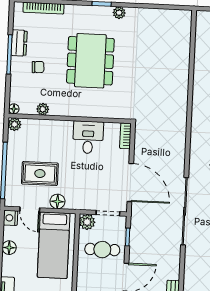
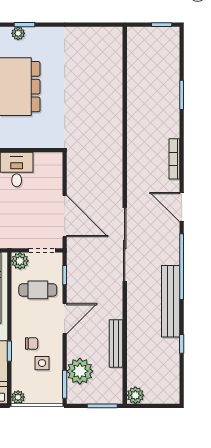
plant: (119, 13) -> (18, 33), moved
bookcase: (125, 136) -> (57, 166), removed

